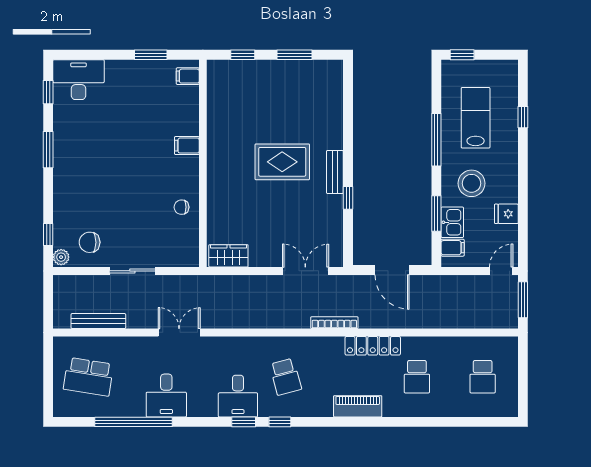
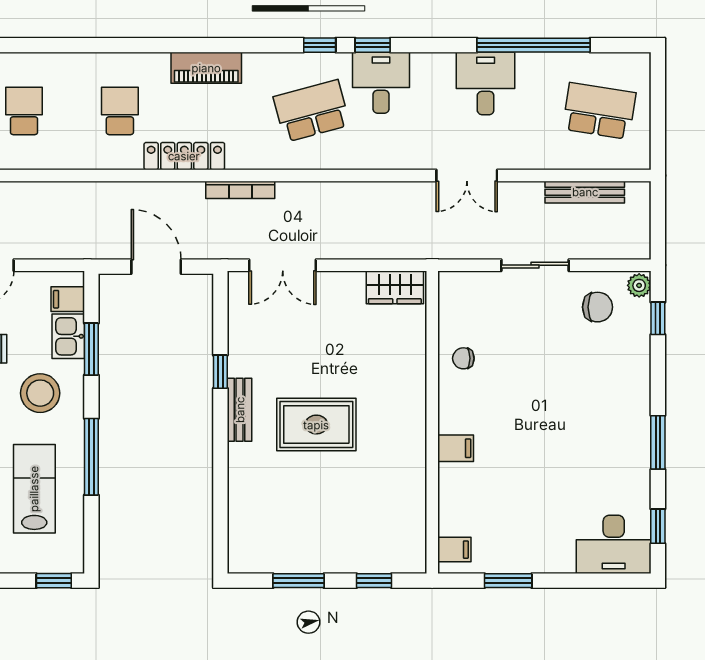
lab bench: (476, 118) -> (34, 489), turned 180
chair: (182, 207) -> (463, 358), turned 180
school desk: (286, 377) -> (312, 111), width x1.85

